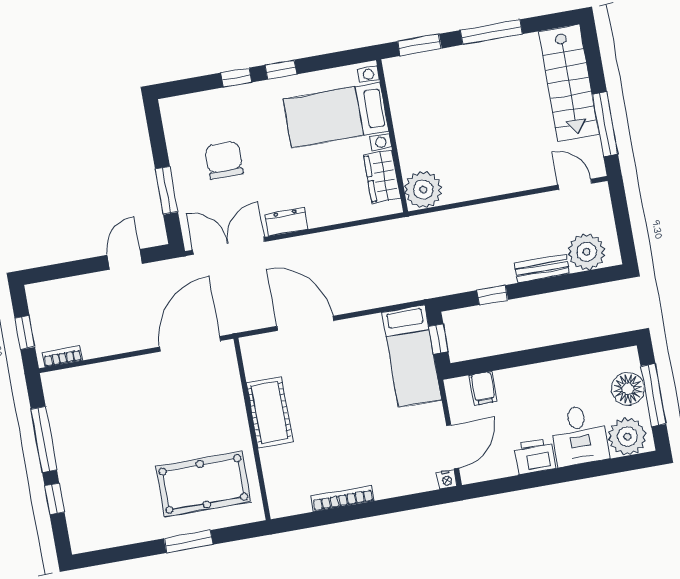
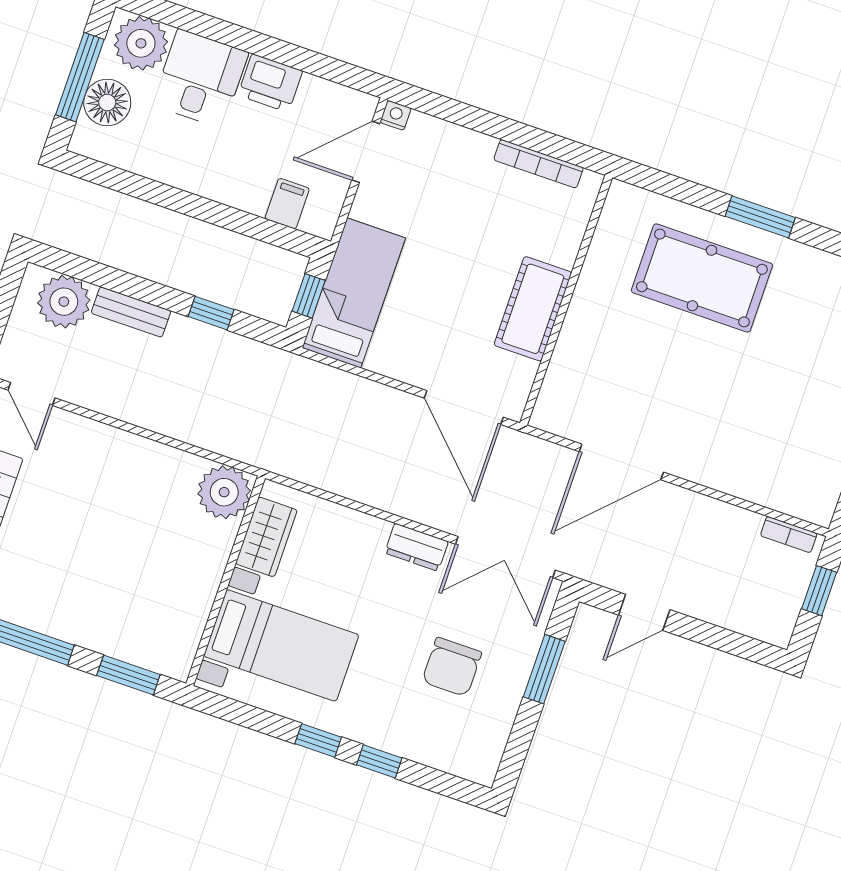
cot: (270, 412) -> (533, 309), moved
wall: (252, 429) -> (566, 300), moved

